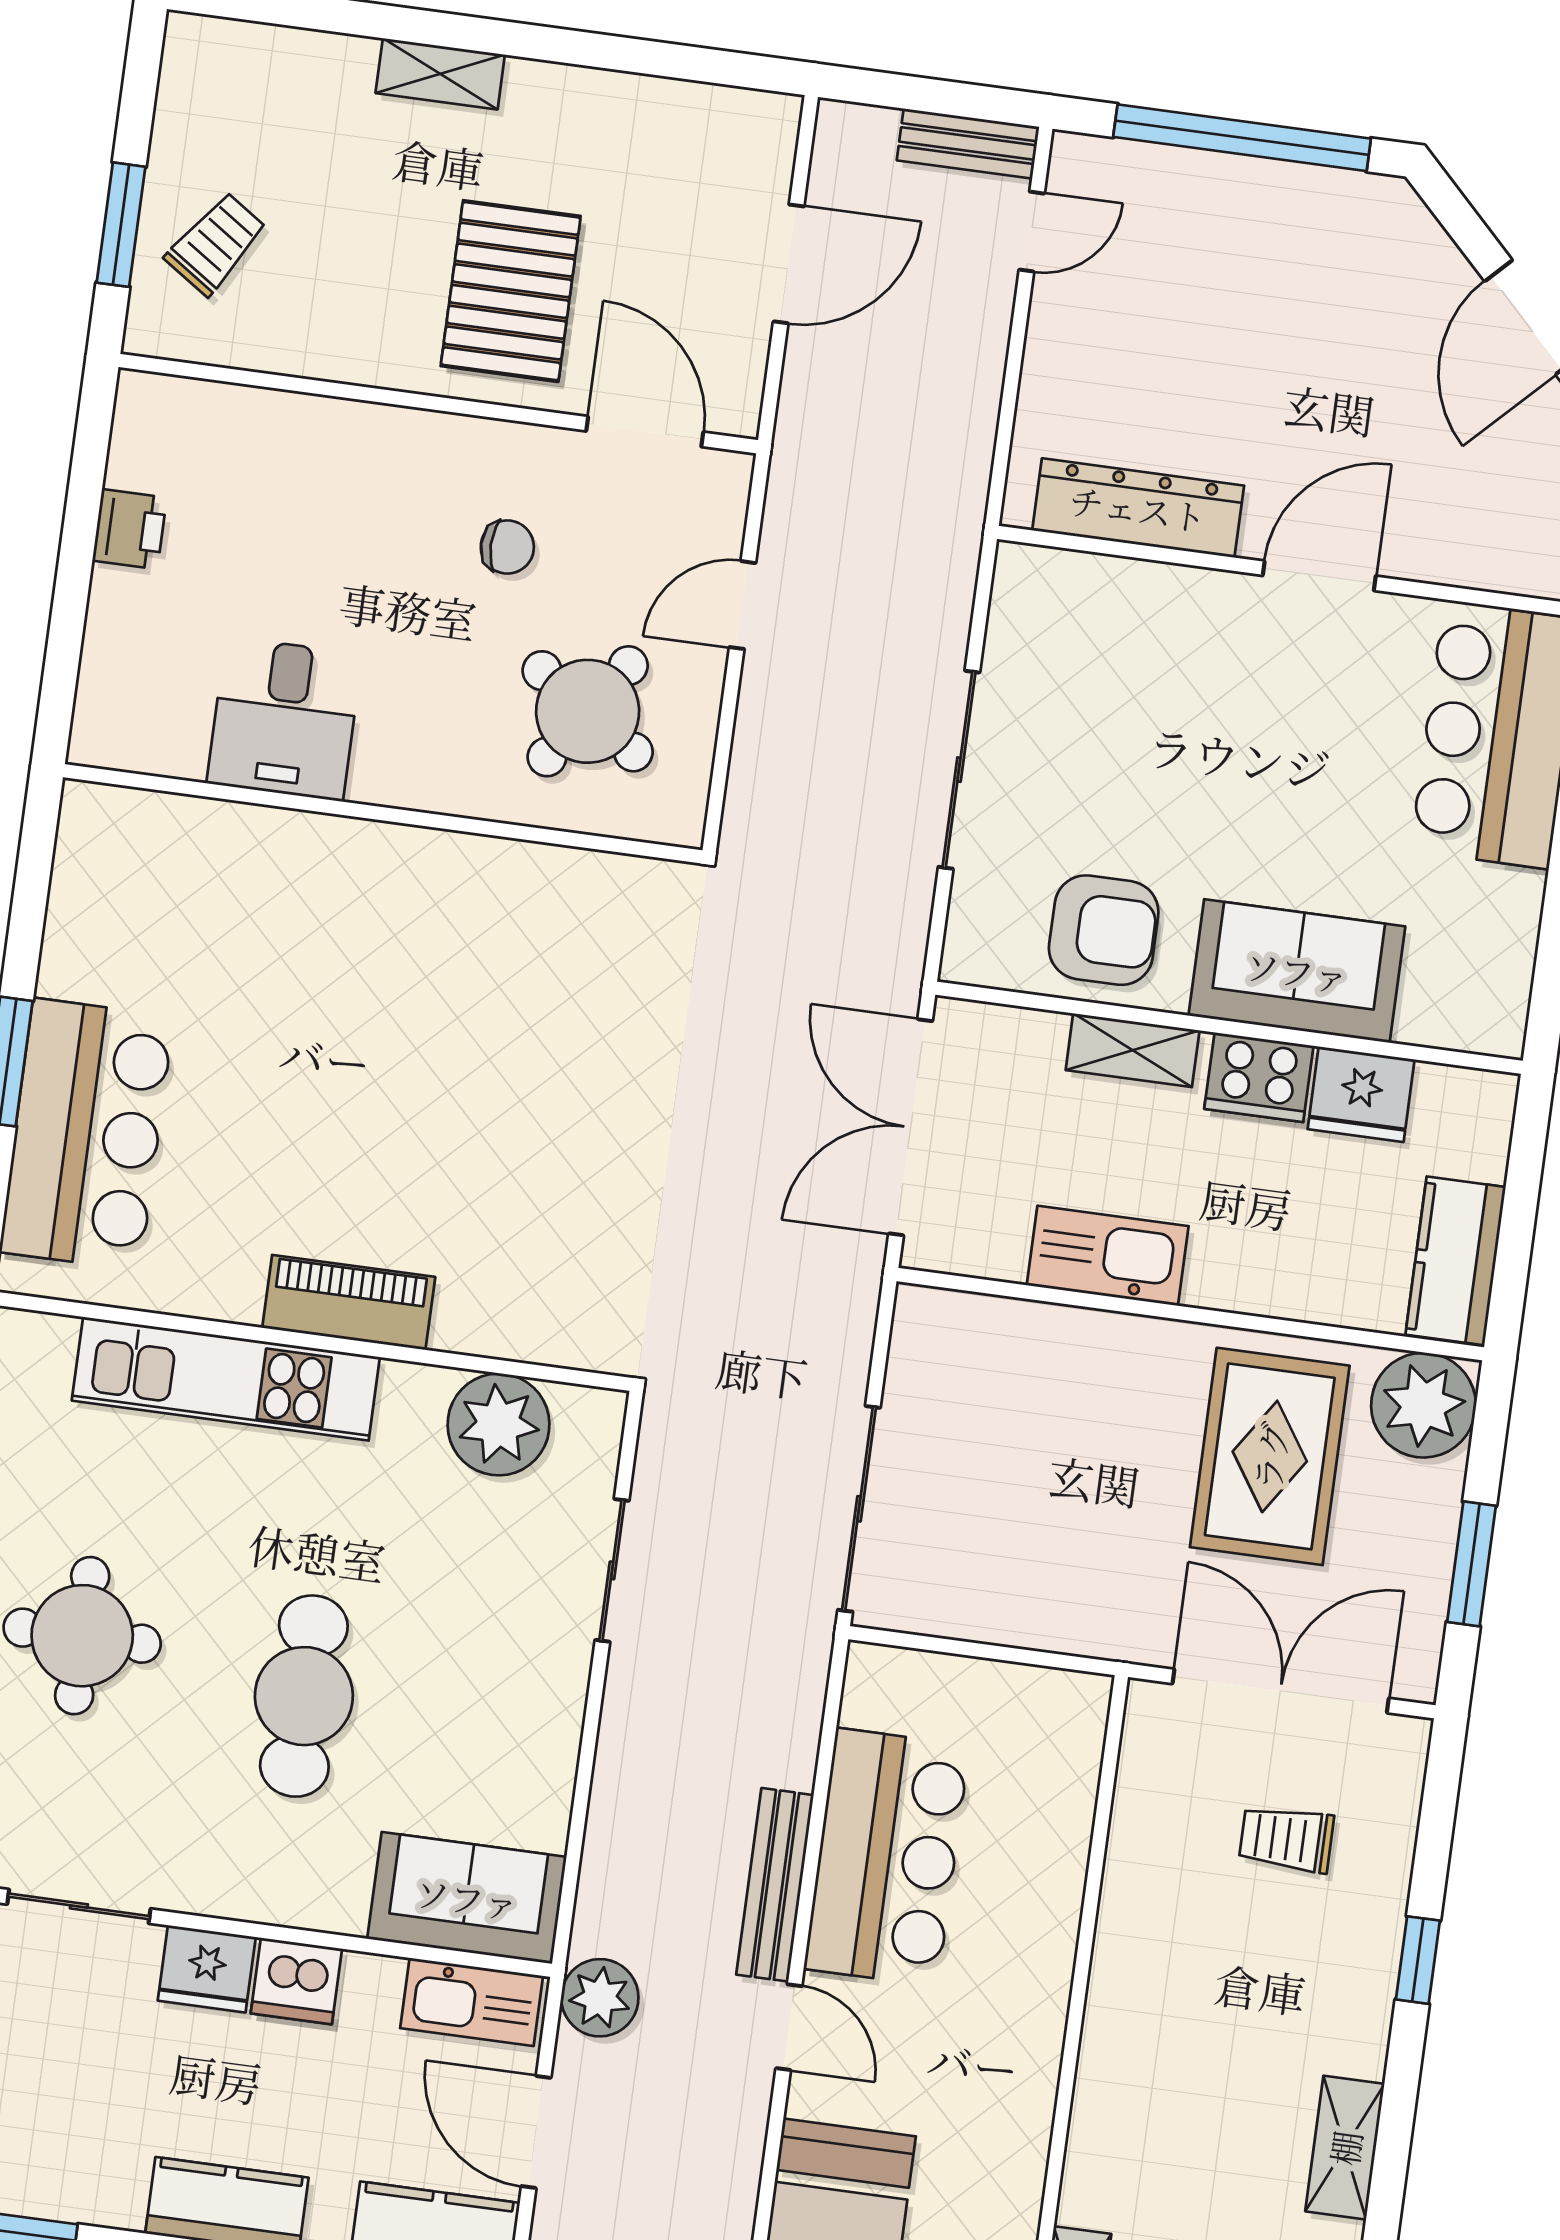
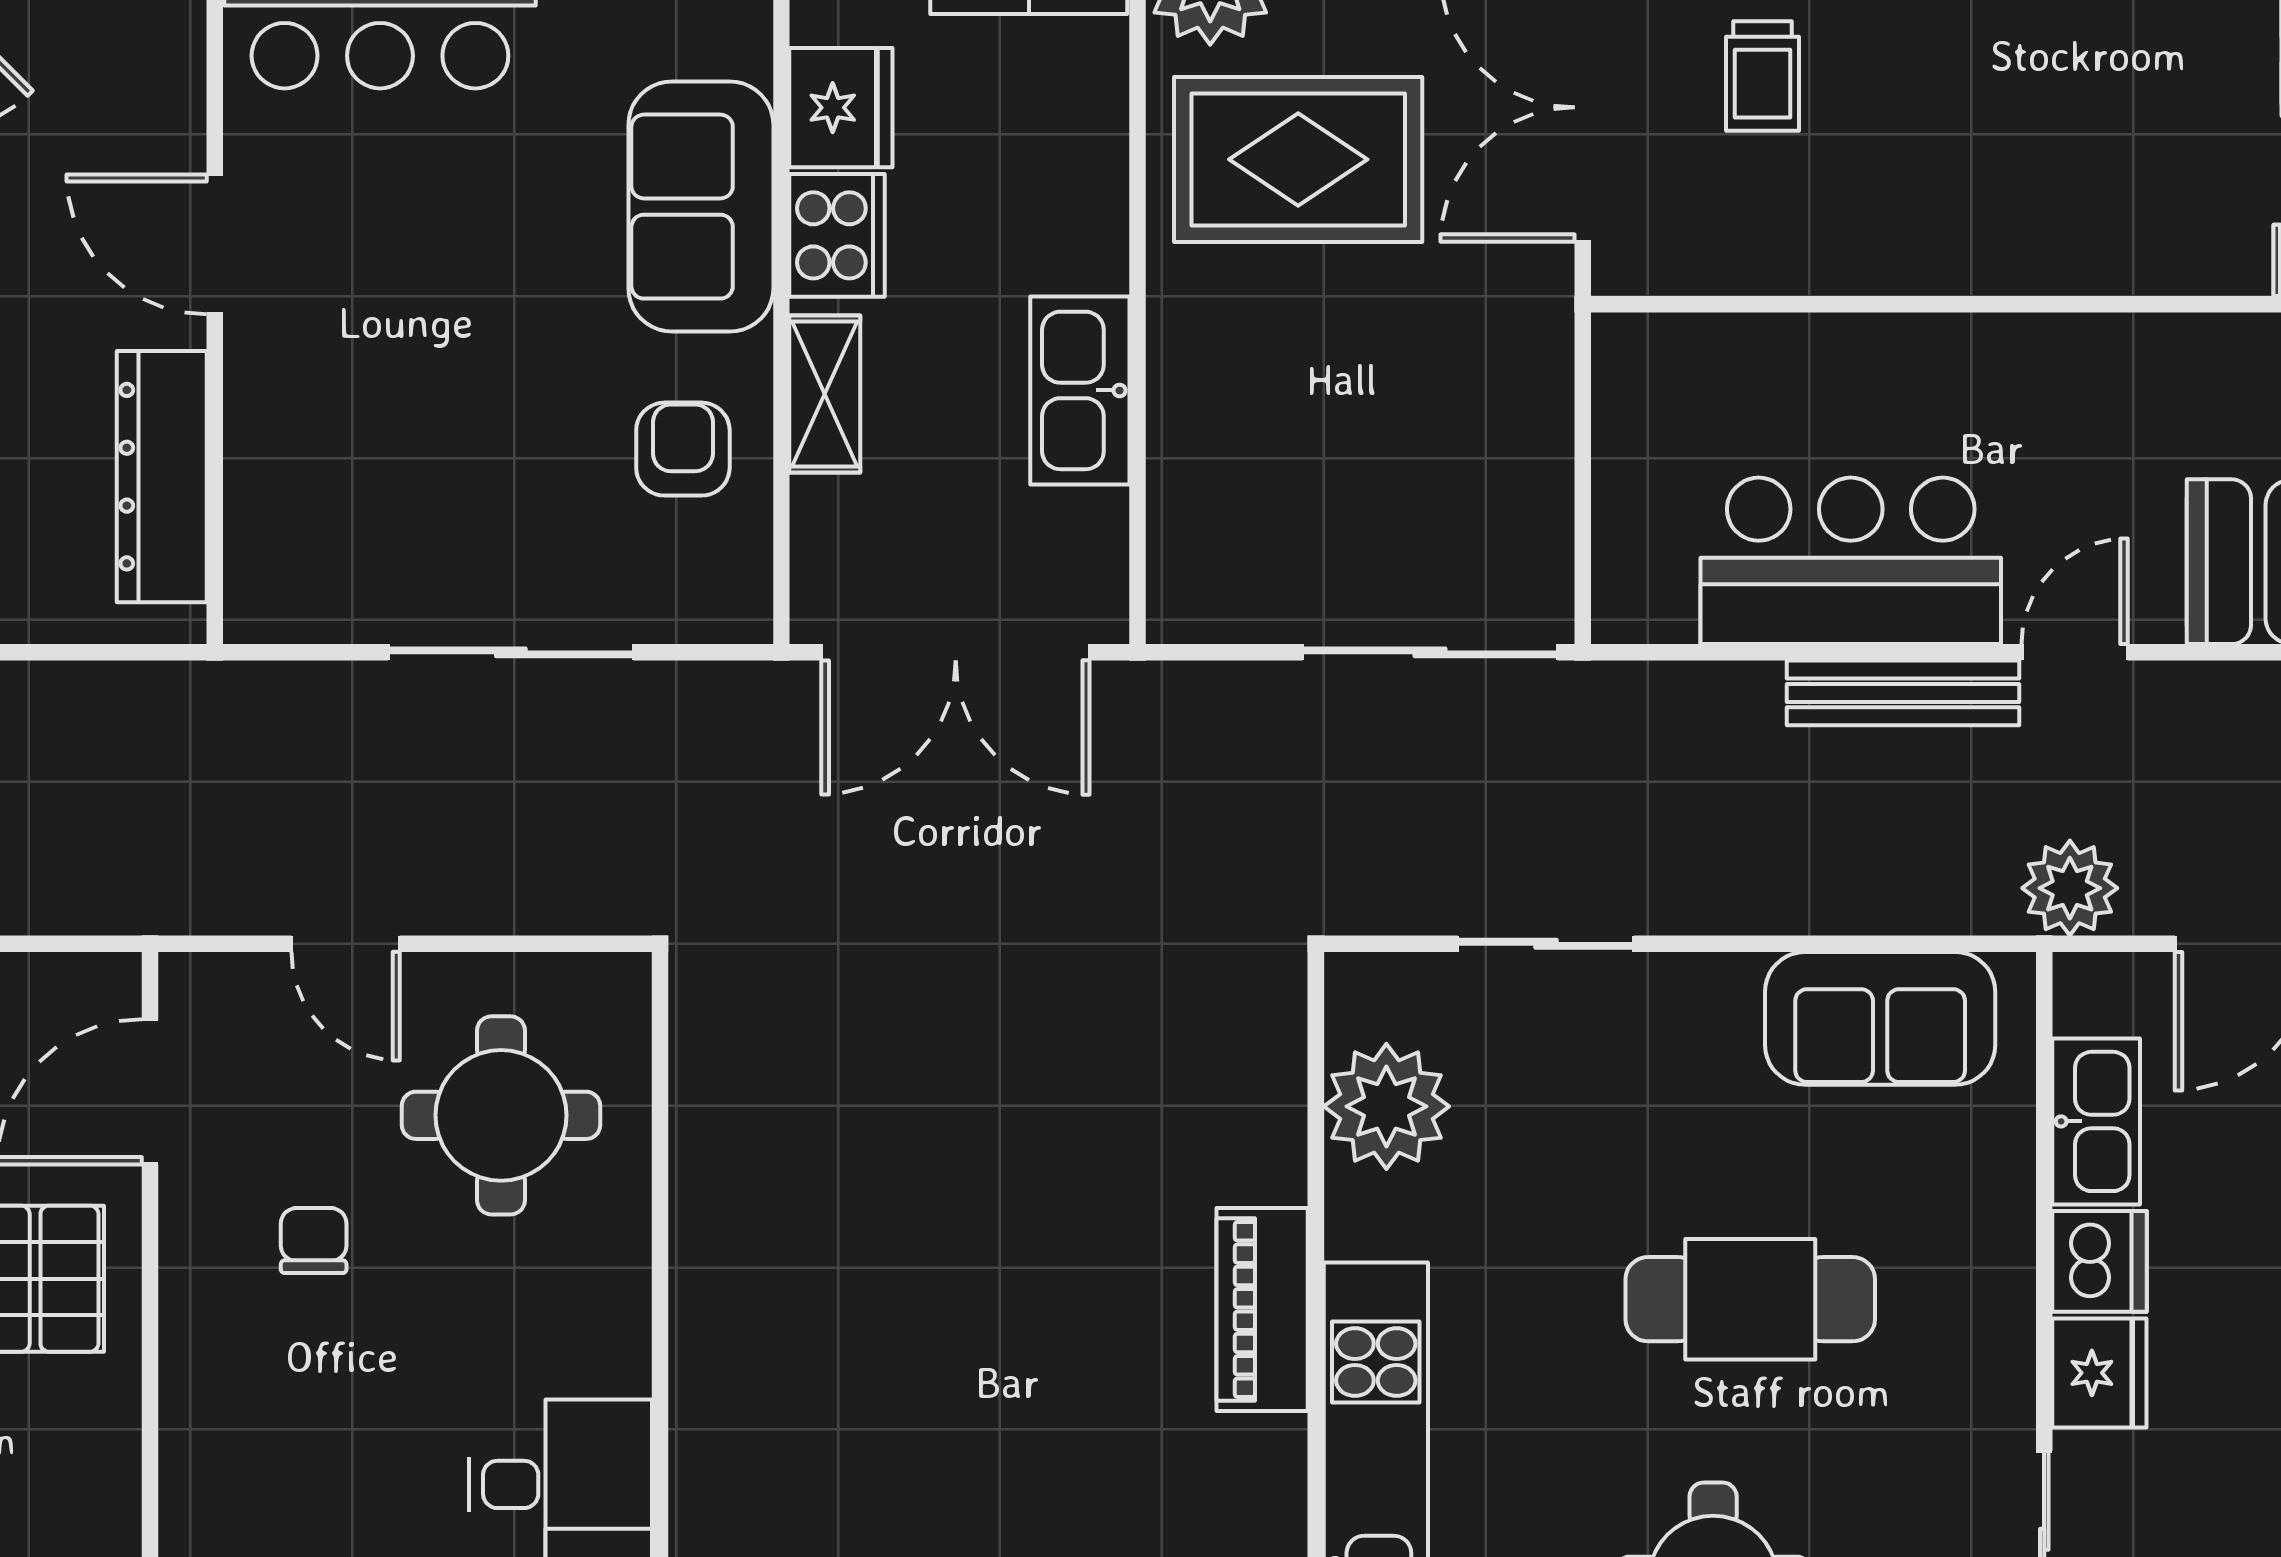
round table: (588, 711) -> (501, 1115), turned -34
armchair: (1104, 930) -> (683, 449), width x0.72, depth x0.72
sofa: (467, 1898) -> (1880, 1018), moved, turned -90
kitchen sink: (472, 2002) -> (2096, 1121), moved

